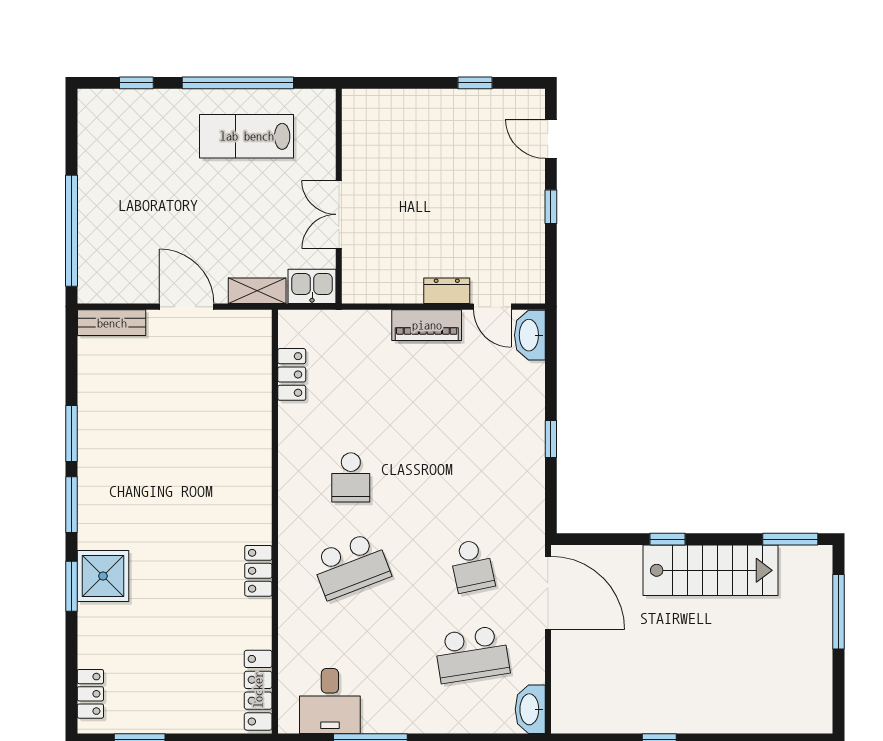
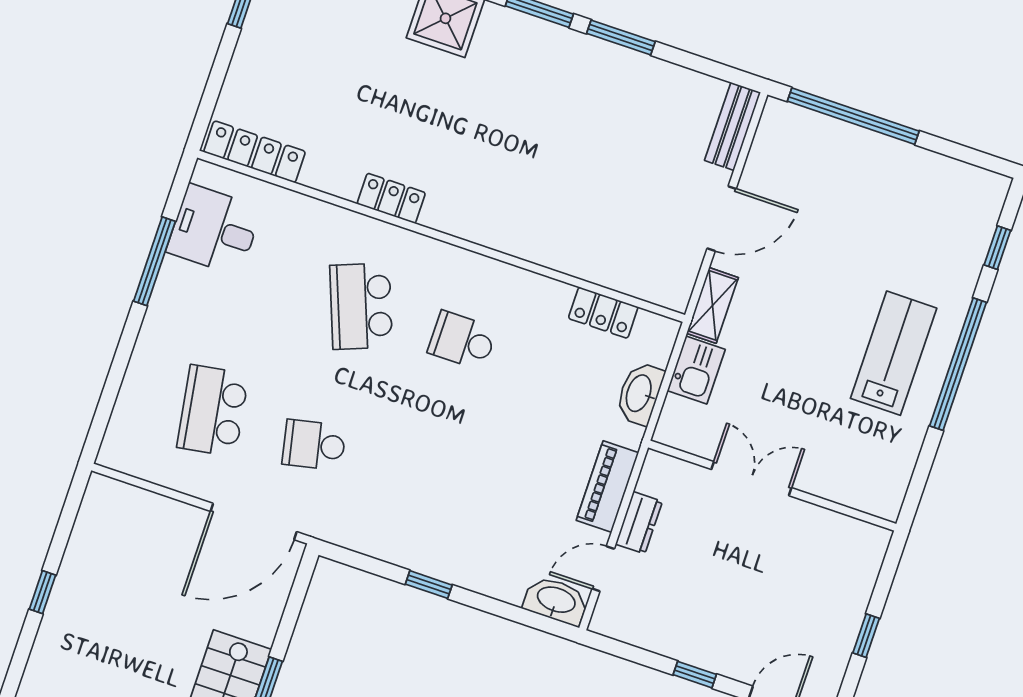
wall: (339, 196) -> (772, 486), moved
double door: (339, 214) -> (751, 479), moved
washbasin: (530, 709) -> (640, 394), moved, turned -90

